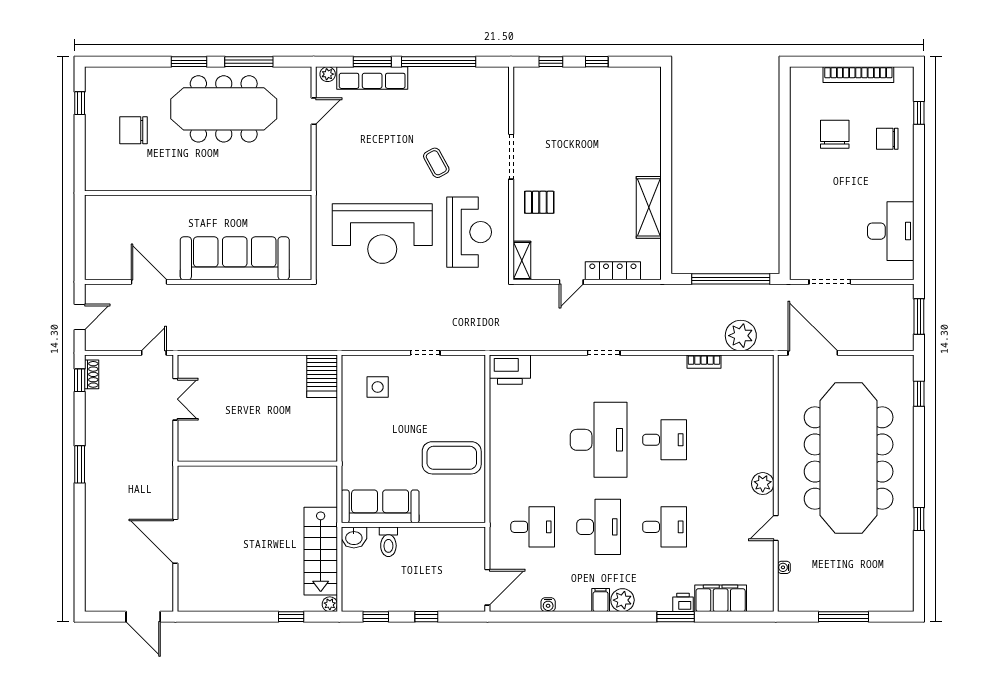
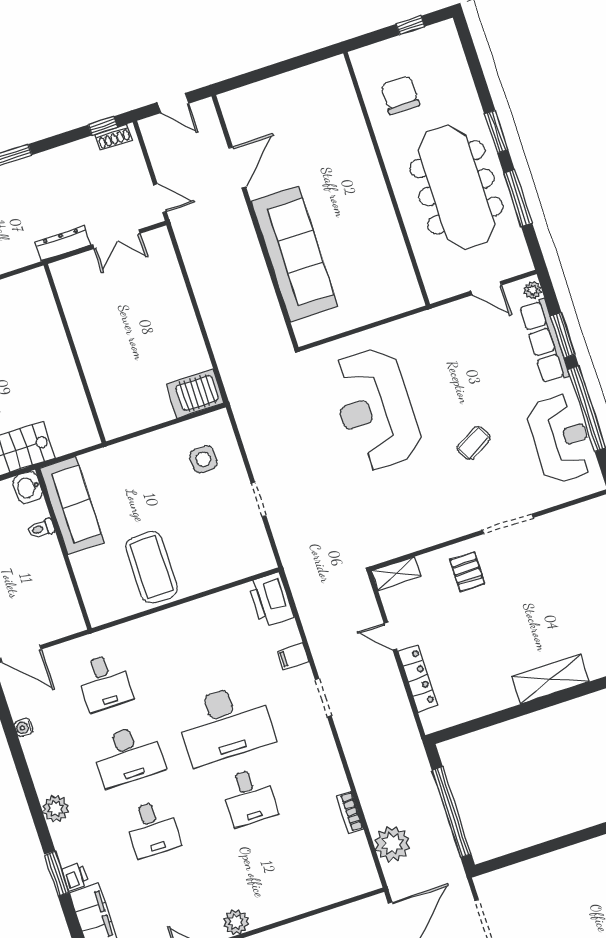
wall: (198, 193) -> (387, 179), moved
shelving: (649, 207) -> (551, 679), moved
reception desk: (469, 232) -> (561, 439), moved, turned -90
dresser: (165, 444) -> (63, 243), added
toilet: (388, 542) -> (41, 529), width x0.73, depth x0.72
filing cabinet: (601, 600) -> (293, 656), moved, turned 180

